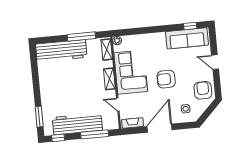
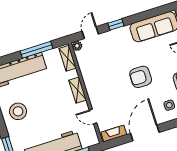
window: (190, 26) -> (116, 25), moved
door: (131, 32) -> (90, 33), added
corner sofa: (131, 72) -> (100, 78), removed
stool: (54, 86) -> (18, 111), added

